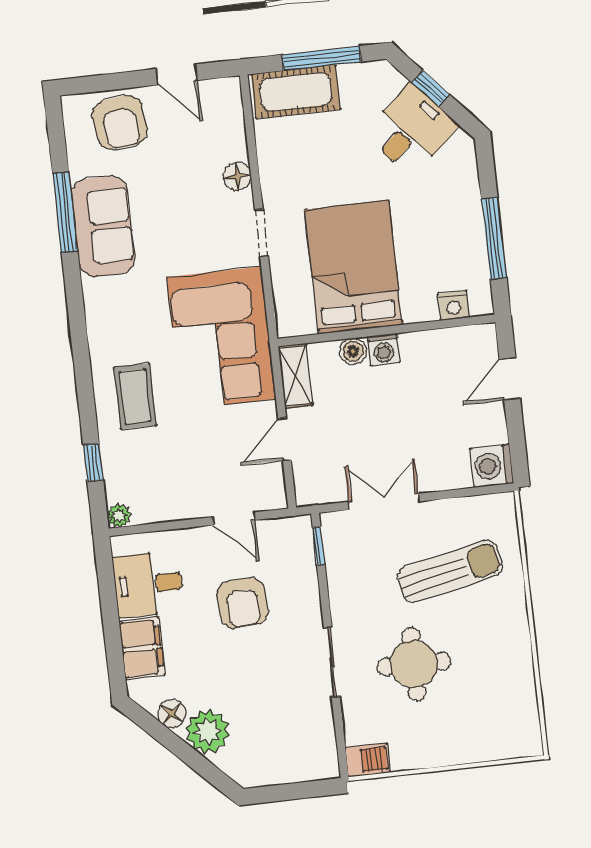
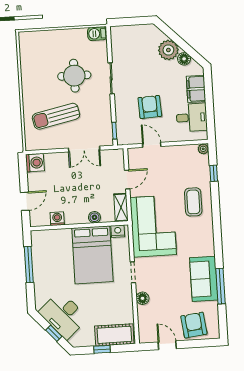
window: (321, 58) -> (102, 349), width x0.46
desk: (411, 130) -> (63, 315), width x1.37
nightstand: (454, 305) -> (118, 231), moved
washing machine: (384, 350) -> (57, 219), moved

